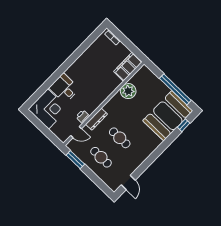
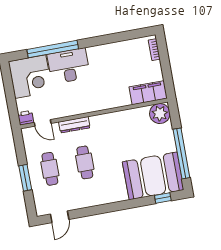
window: (50, 82) -> (53, 49), added
desk: (64, 88) -> (69, 66), width x1.37
plant: (128, 91) -> (160, 114), moved
printer: (83, 116) -> (26, 118), moved
window: (75, 160) -> (25, 178), moved

